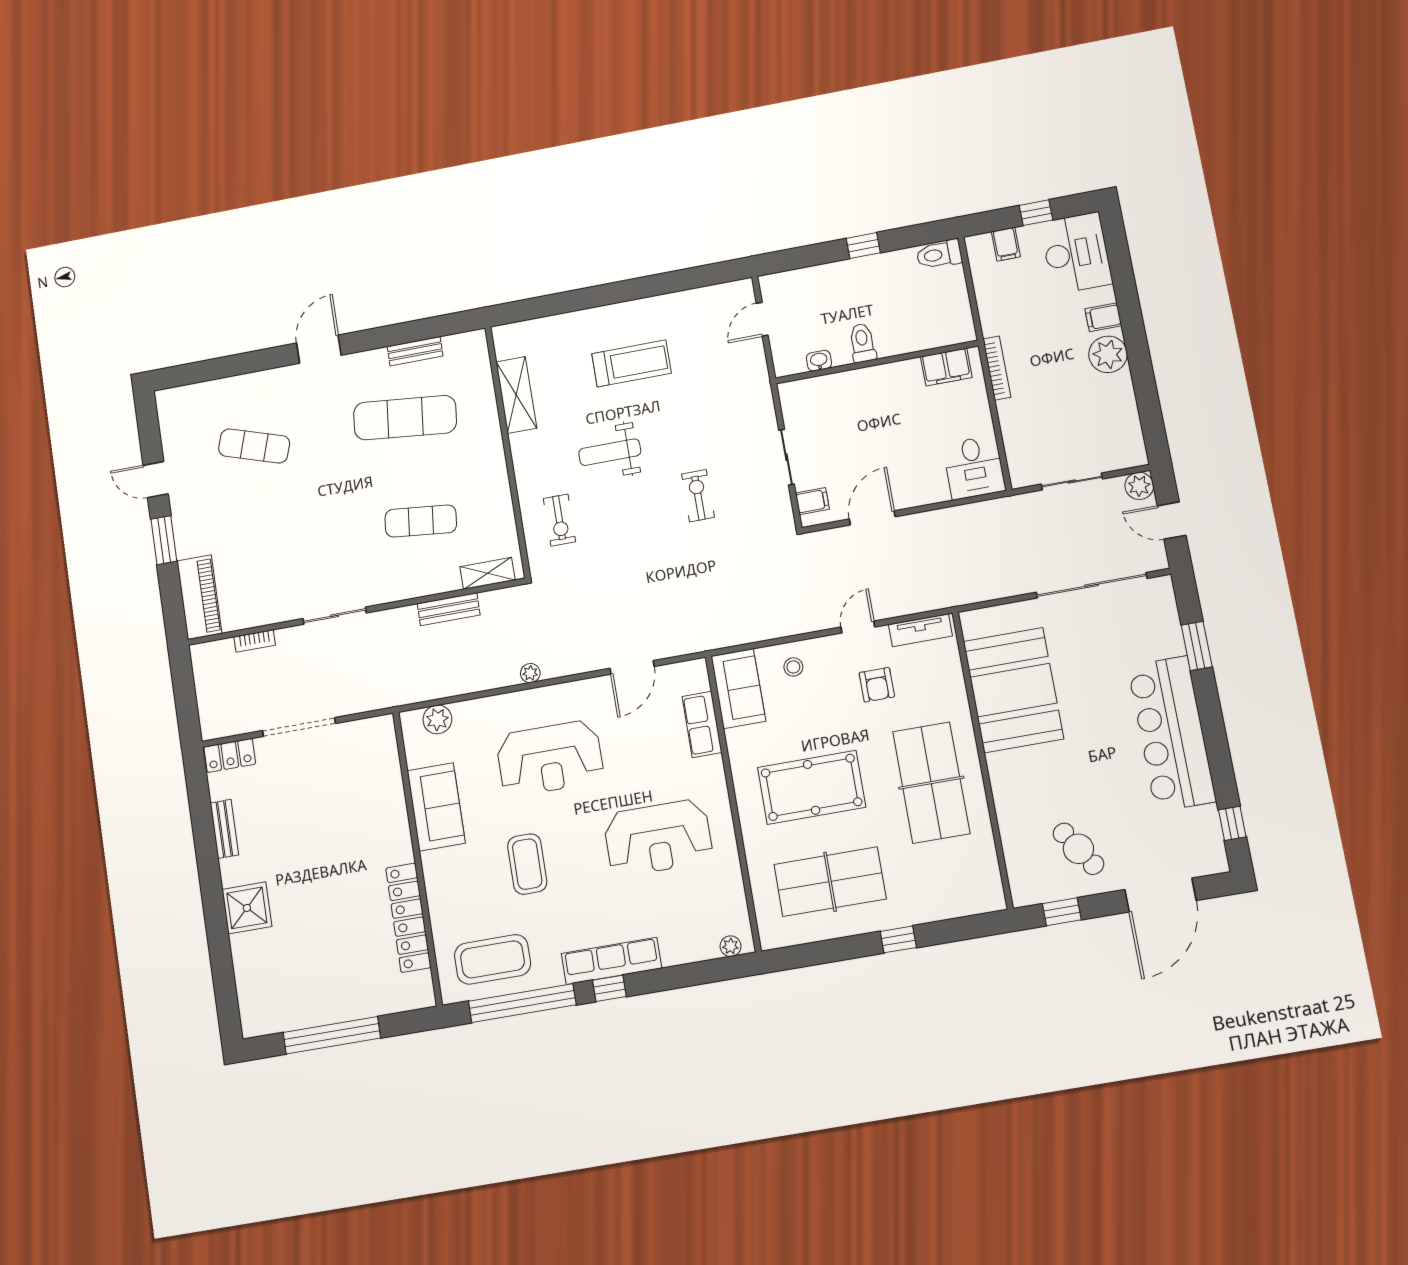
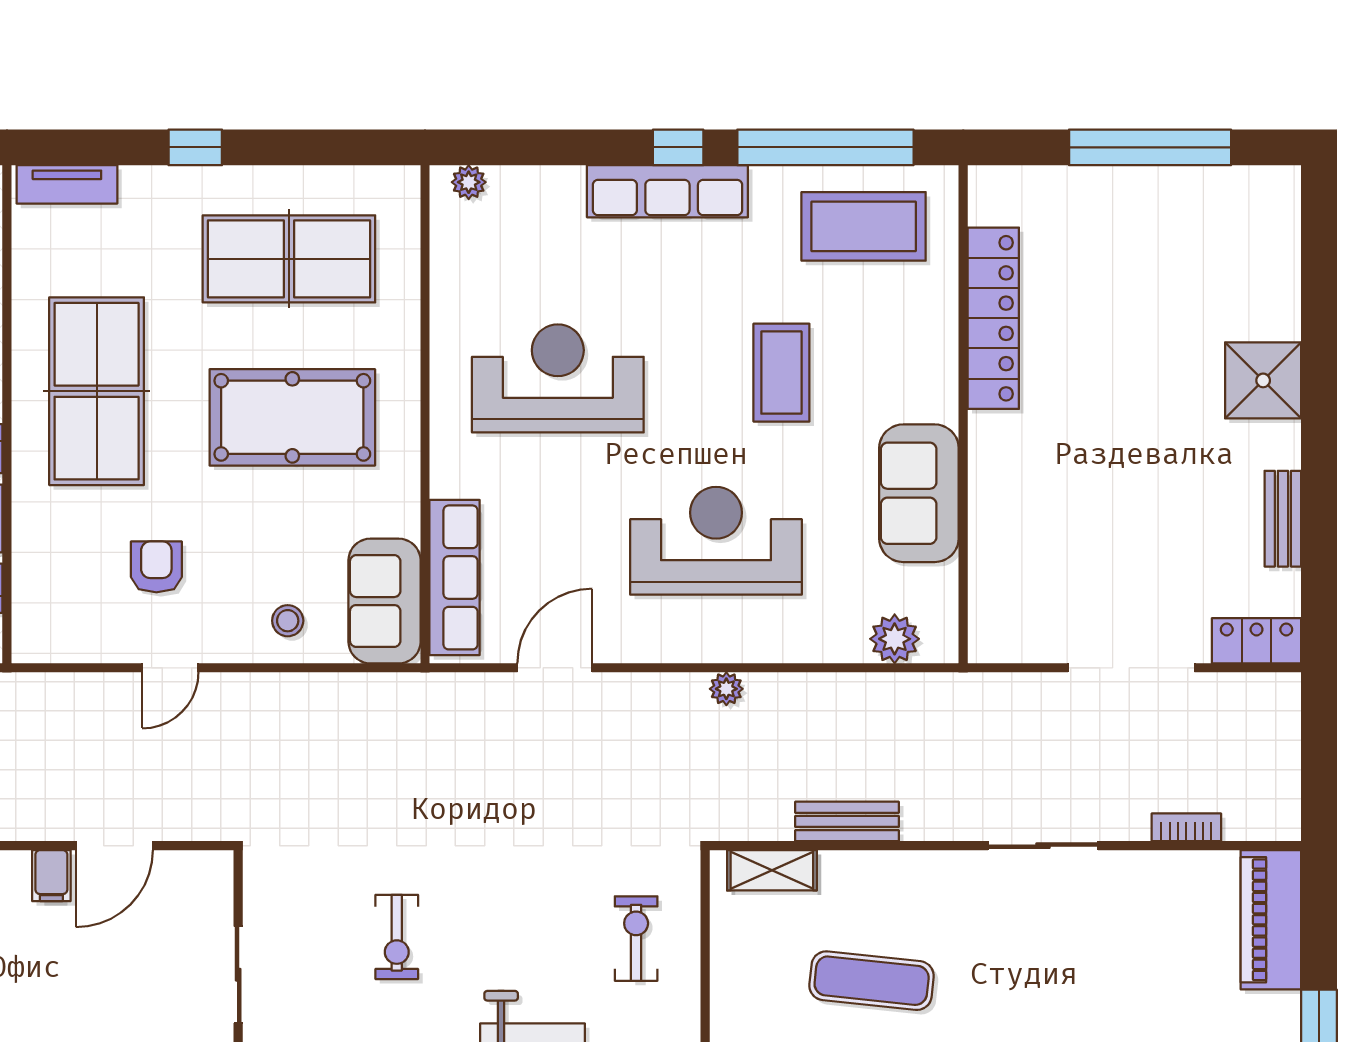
filing cabinet: (812, 501) -> (51, 876), moved, turned -90
tv unit: (920, 630) -> (67, 184), moved, turned 180
row of seats: (702, 724) -> (455, 577), width x1.48

